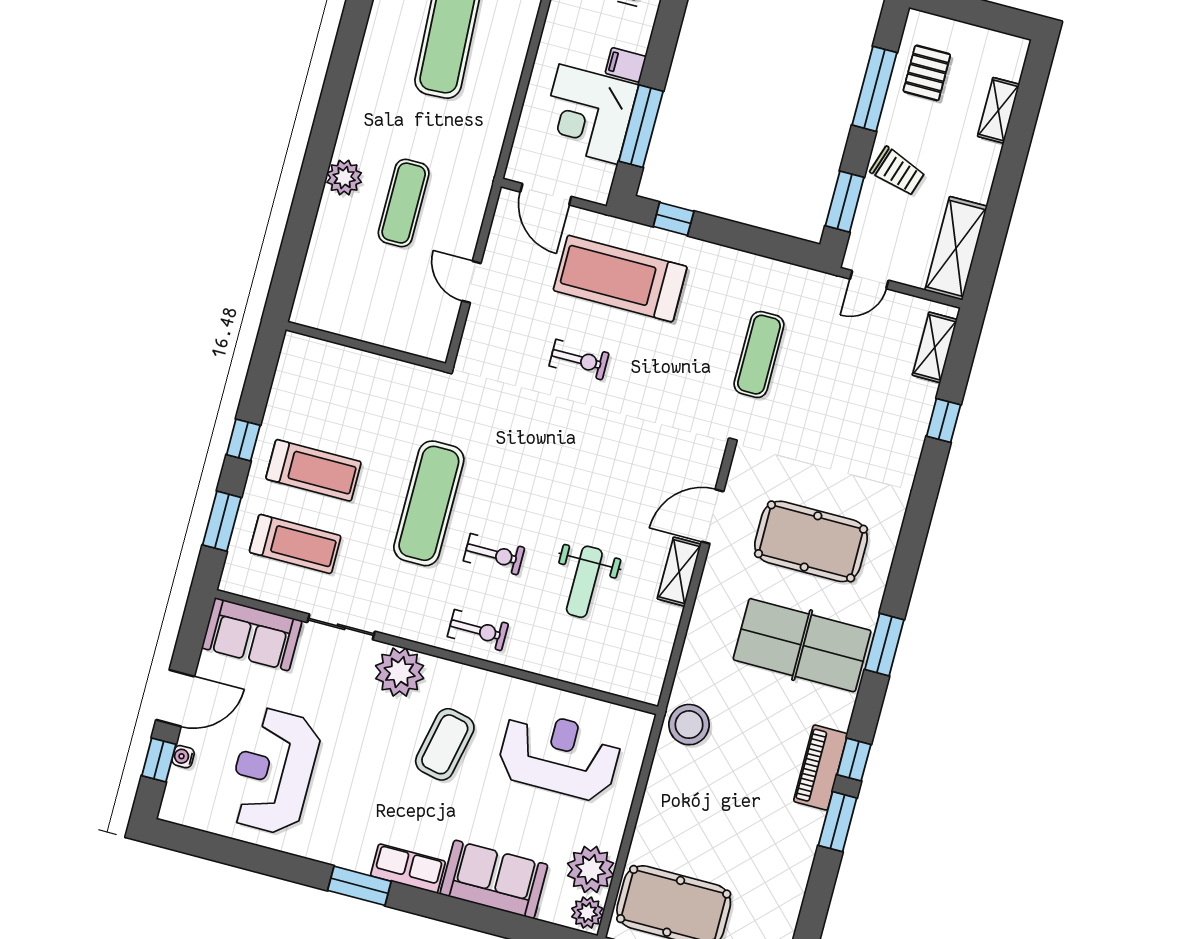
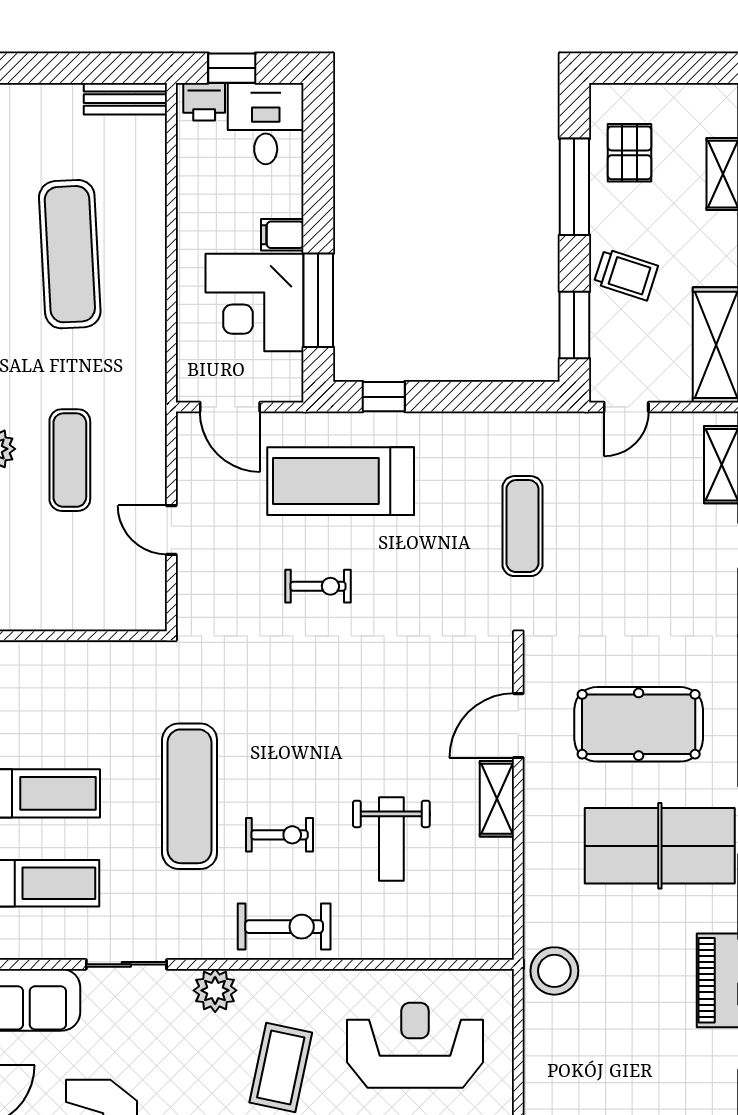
exercise bike: (478, 630) -> (284, 927), width x1.38, depth x1.39
plant: (400, 672) -> (215, 990), width x0.73, depth x0.73

